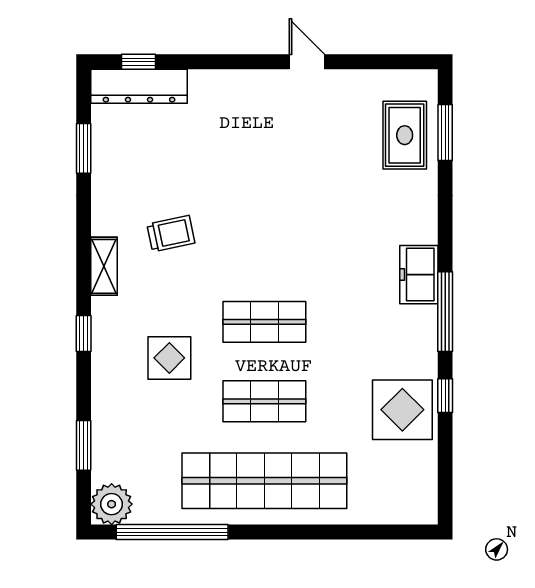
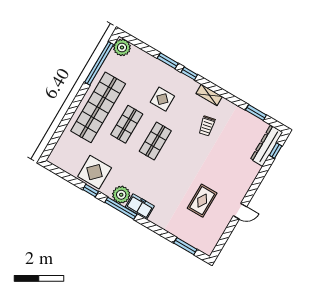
rug: (405, 135) -> (202, 201), moved, turned 90
plant: (417, 327) -> (121, 195), added
window: (84, 445) -> (168, 61), moved

